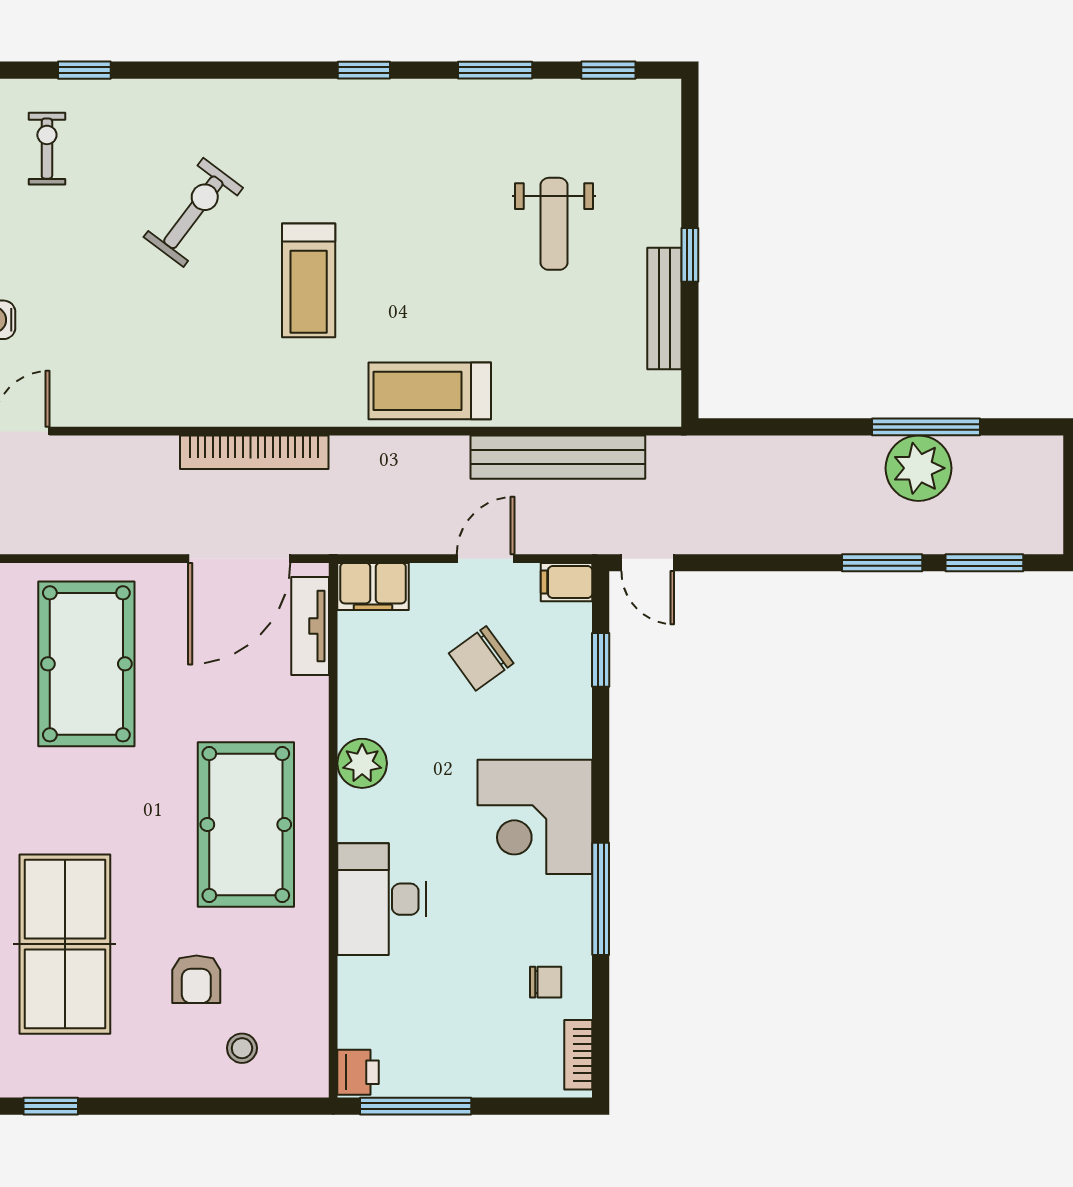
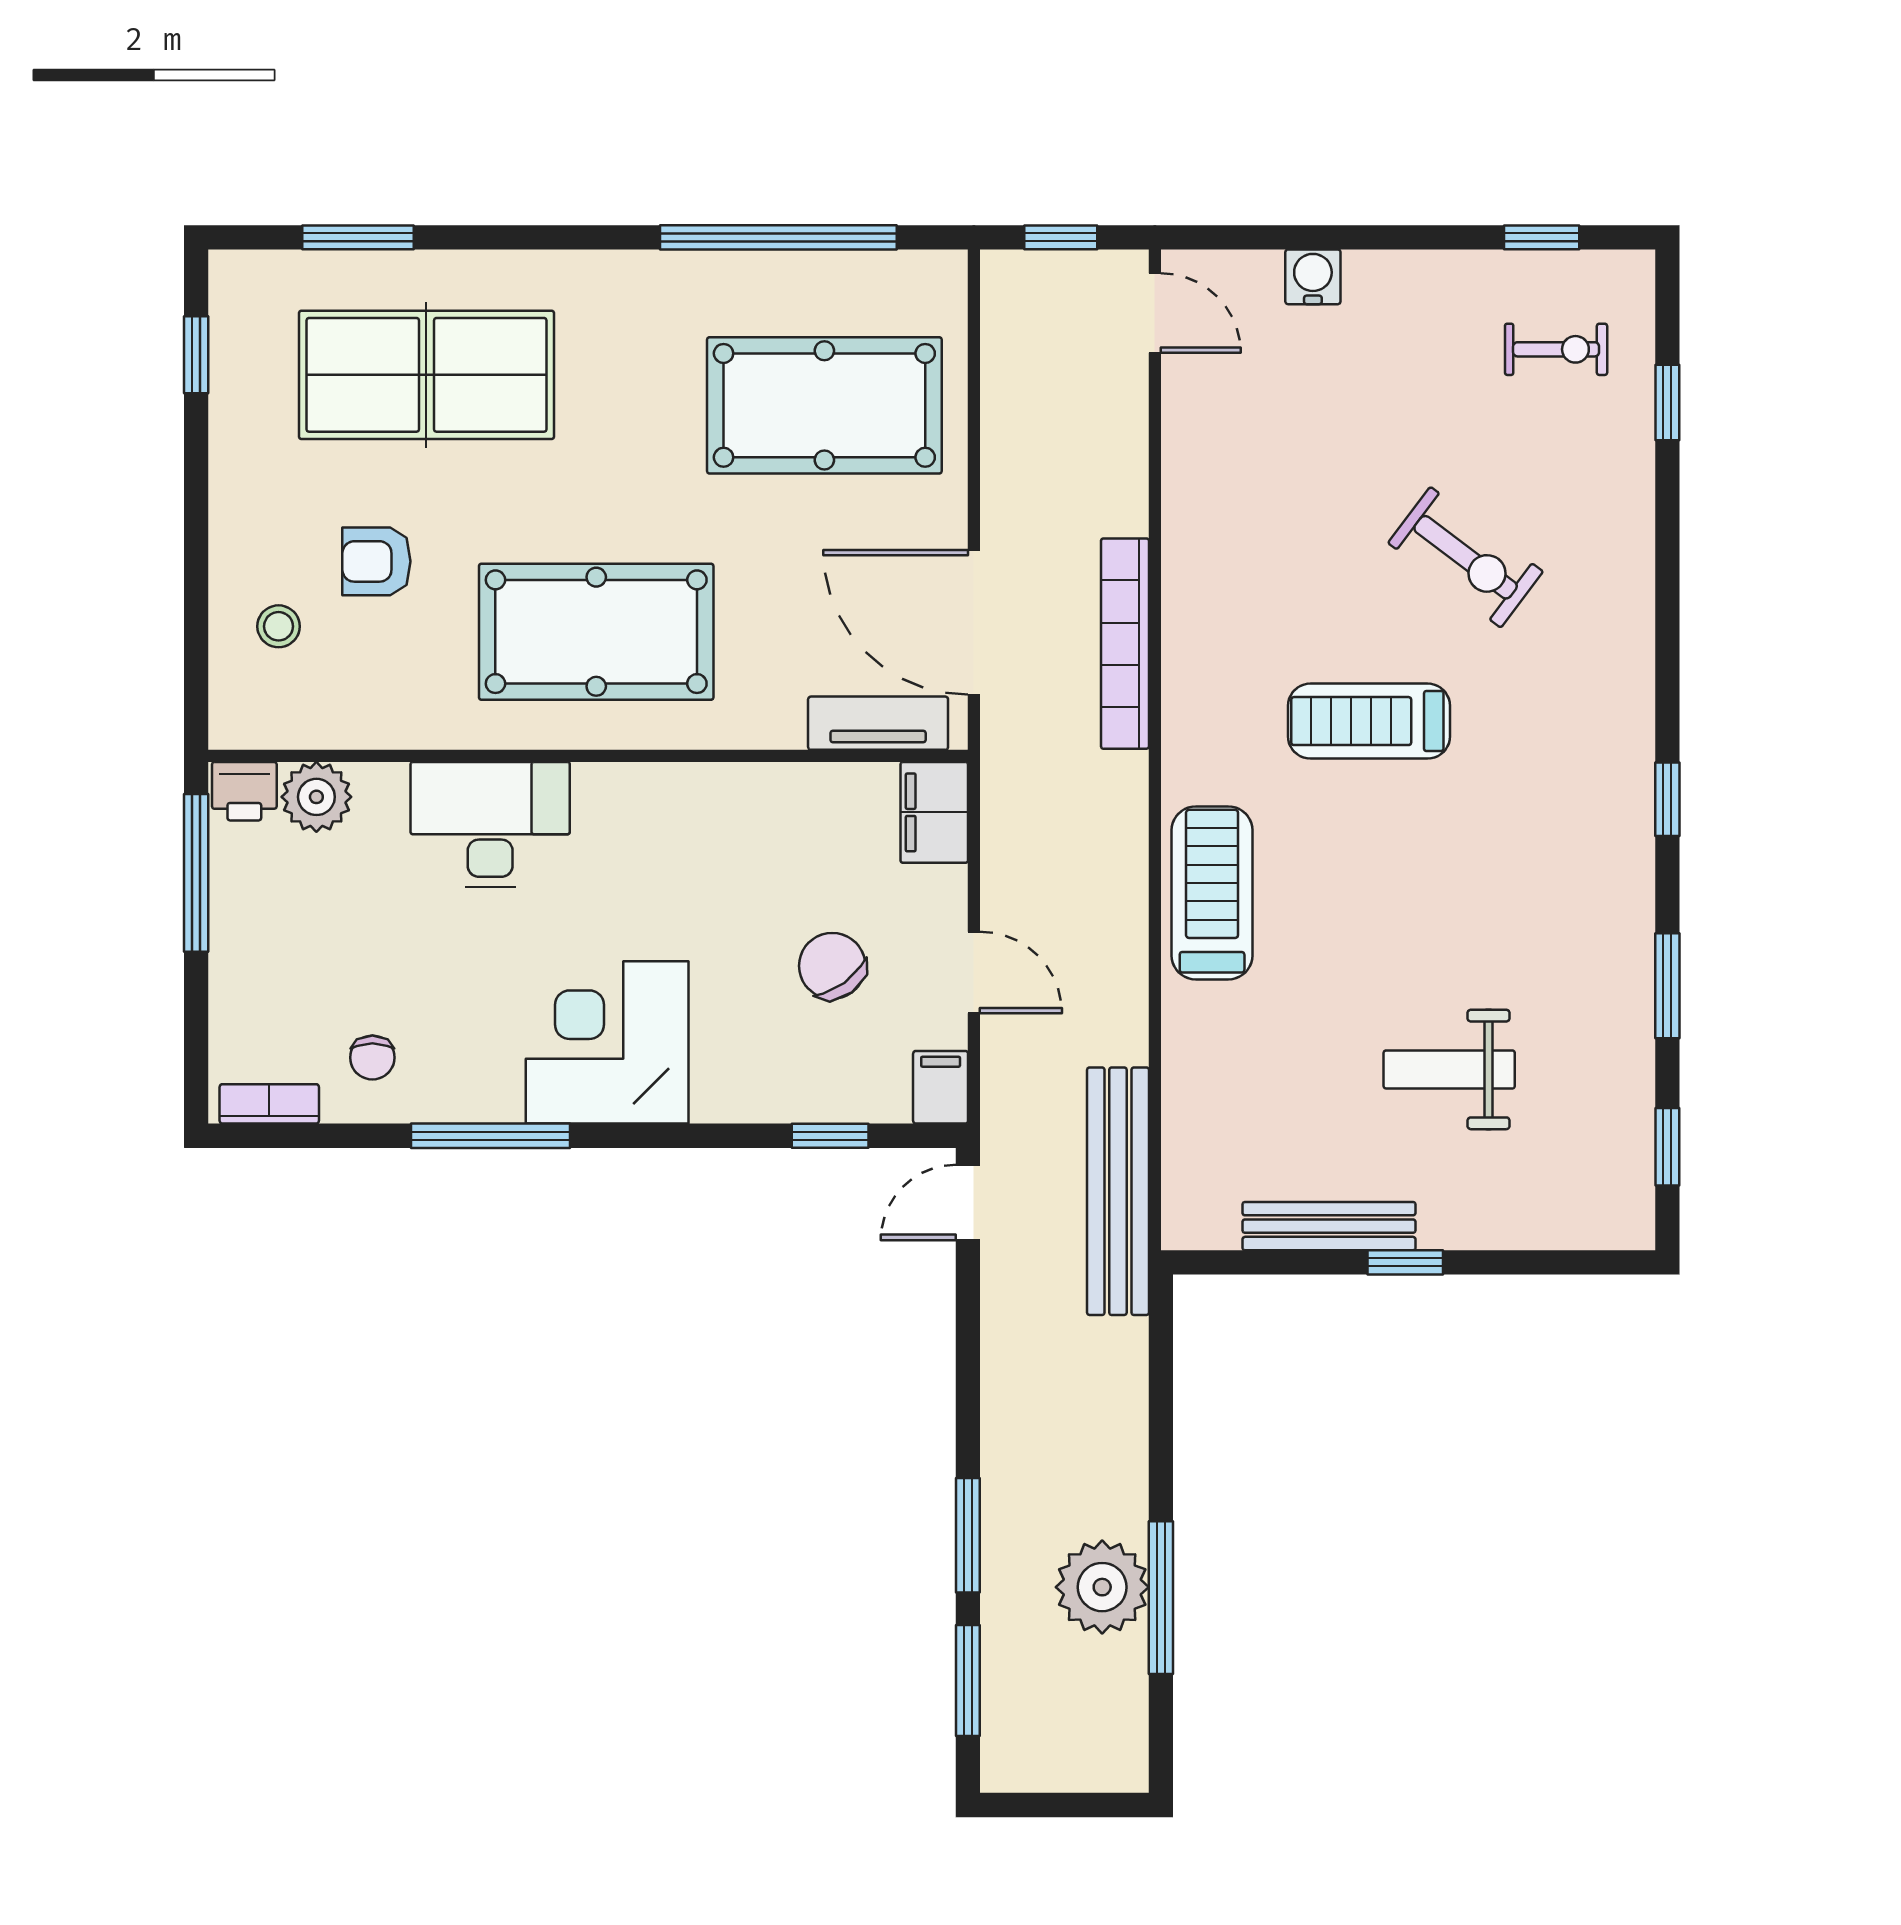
bench: (558, 457) -> (1118, 1191), moved
plant: (362, 763) -> (316, 797), moved

